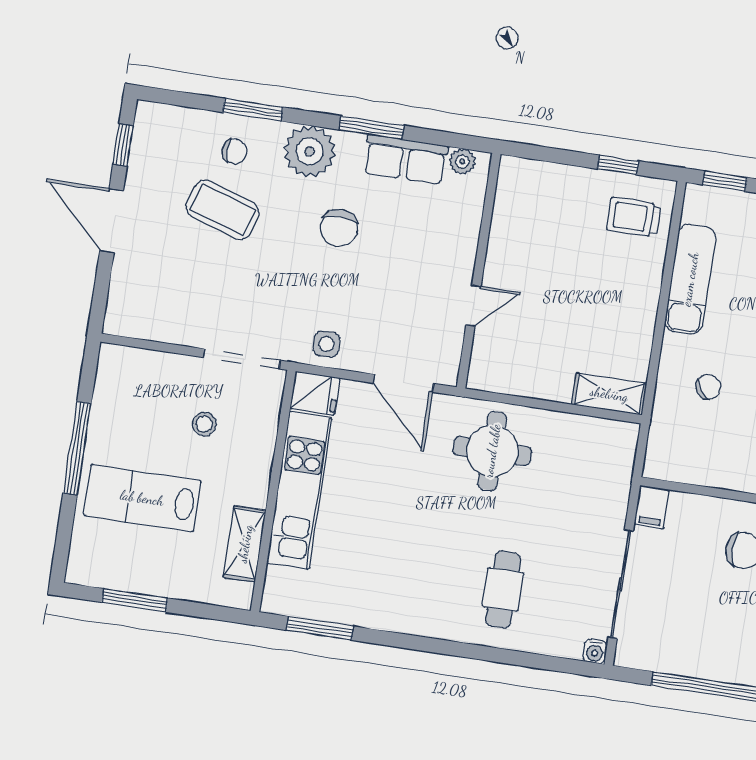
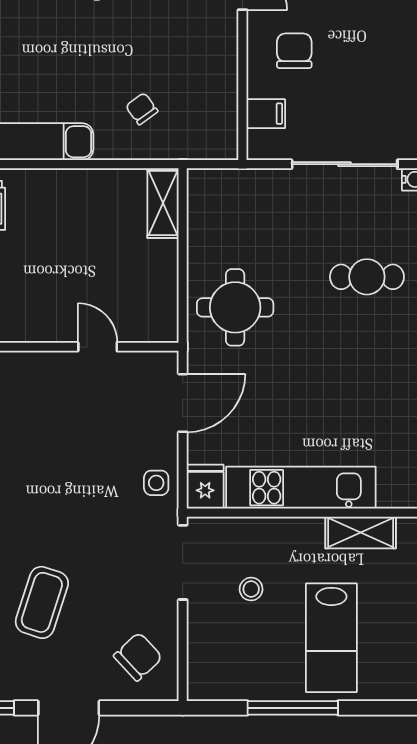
chair: (339, 228) -> (138, 657), moved, turned -43
filing cabinet: (652, 507) -> (266, 114), moved

